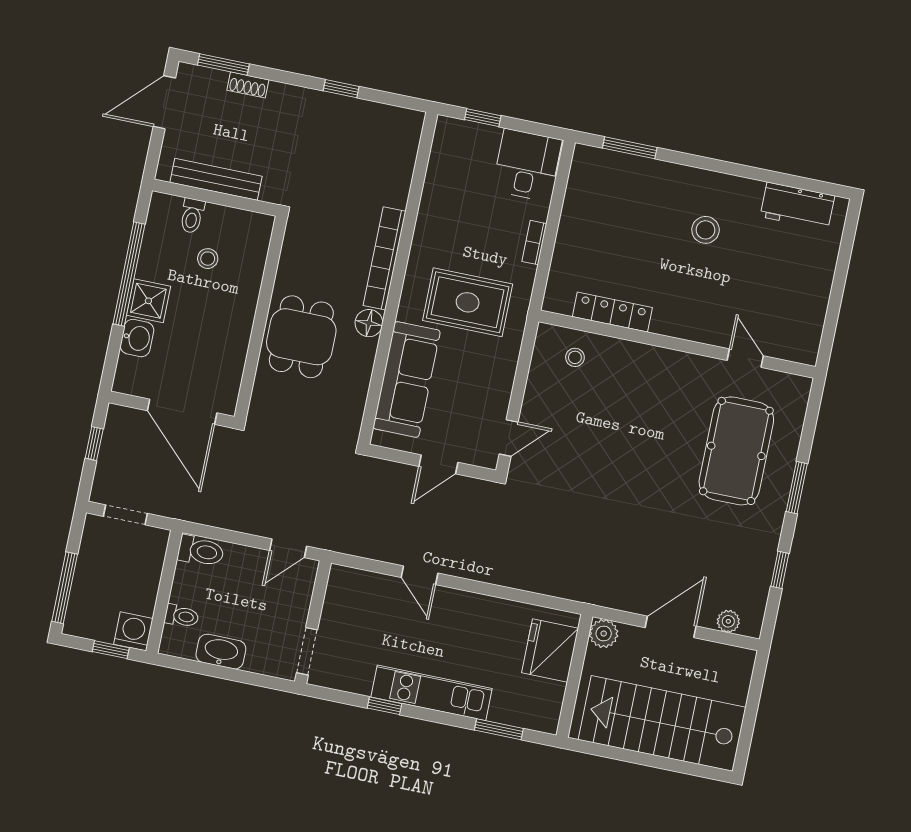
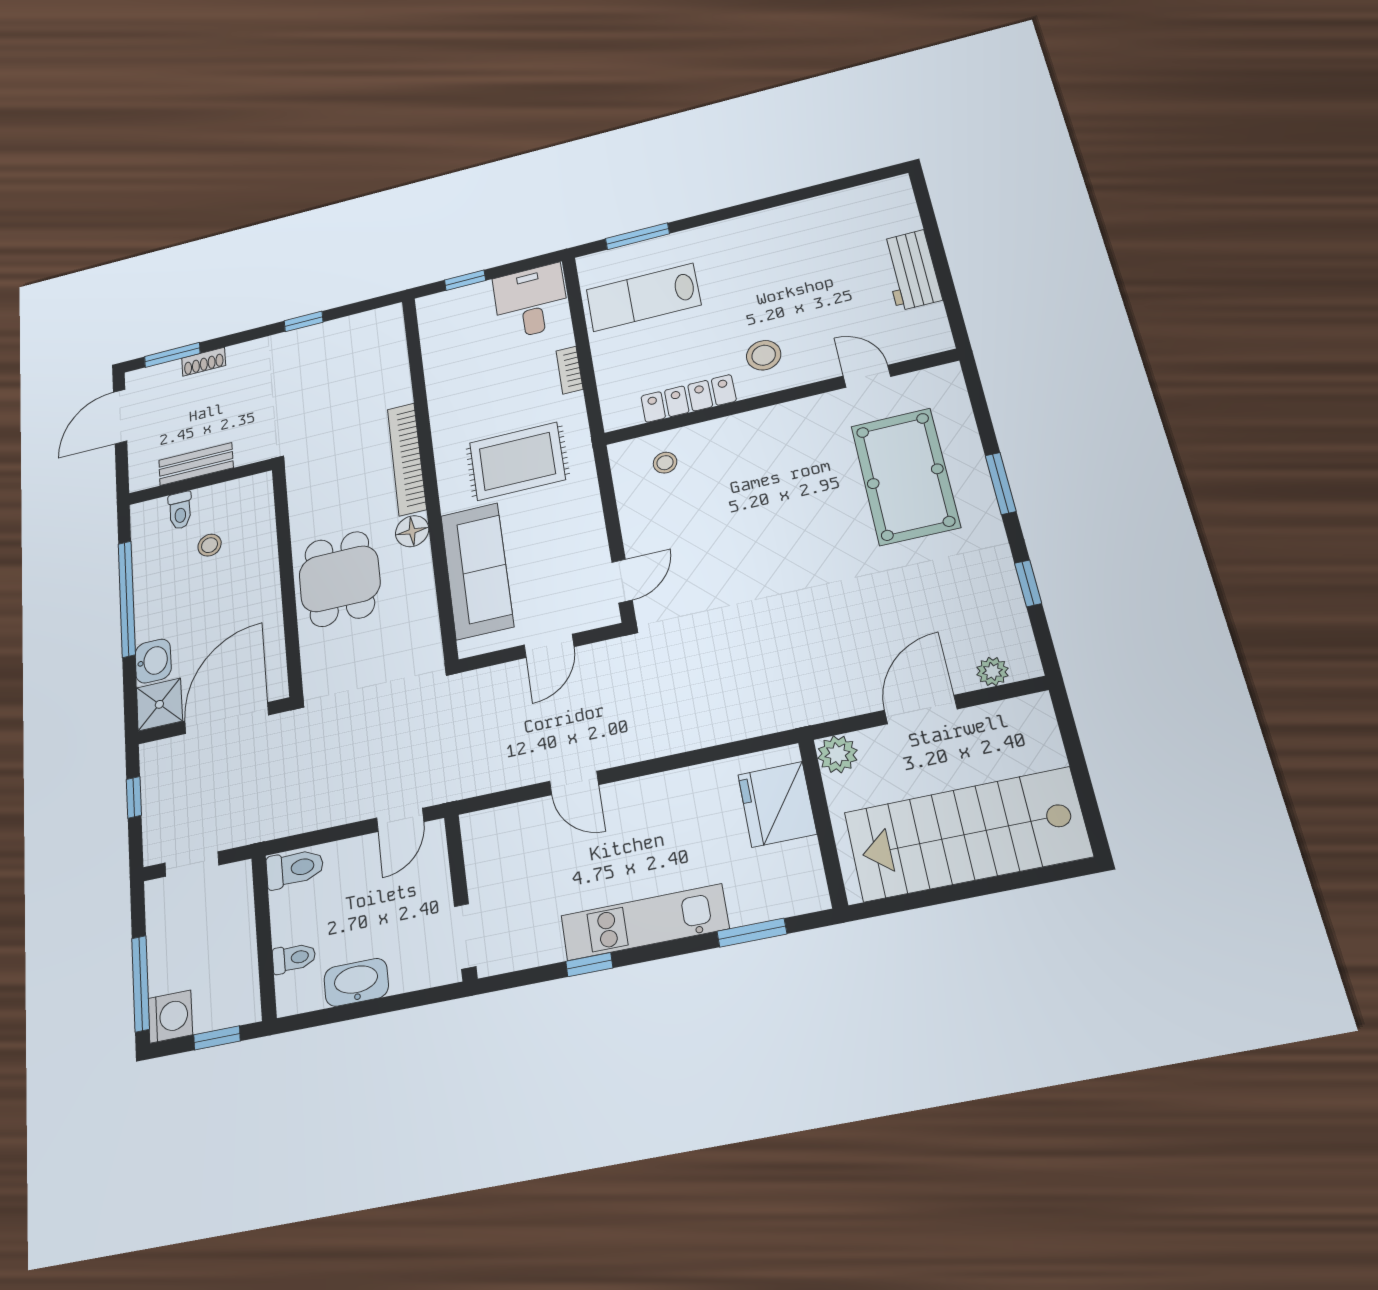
bench: (216, 179) -> (196, 464), width x0.73
lab bench: (613, 206) -> (643, 297), added
workbench: (797, 206) -> (911, 270), moved, turned 90
stool: (706, 230) -> (764, 355), moved
shower: (148, 301) -> (159, 704), moved
door: (182, 412) -> (227, 718), swing flipped
washing machine: (133, 631) -> (170, 1016), moved, turned 90

